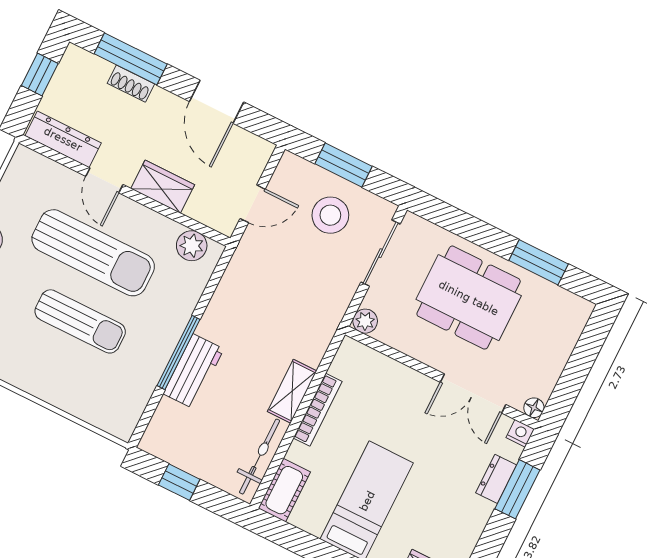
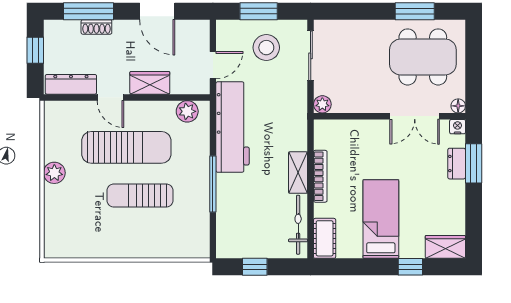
dining table: (469, 298) -> (423, 57), moved
sun lounger: (80, 321) -> (140, 196), turned 180
workbench: (193, 371) -> (233, 127), moved, width x1.88, depth x1.32

